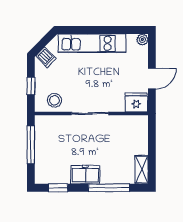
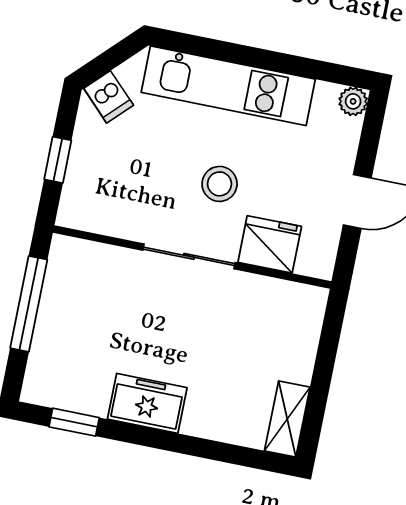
stool: (54, 100) -> (220, 184), moved
fridge: (136, 102) -> (270, 244), moved
window: (109, 188) -> (199, 447), removed

